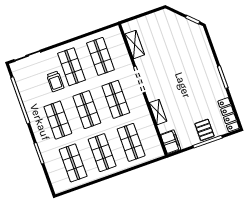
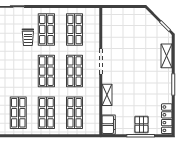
shelving: (135, 44) -> (167, 56), moved
shop shelf: (58, 120) -> (18, 71), removed

